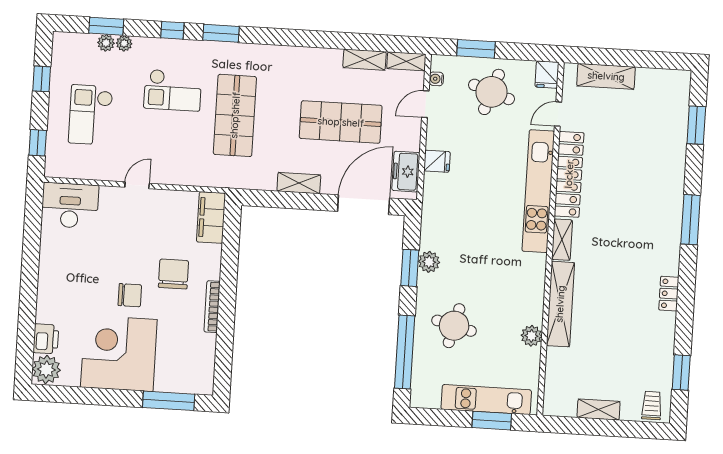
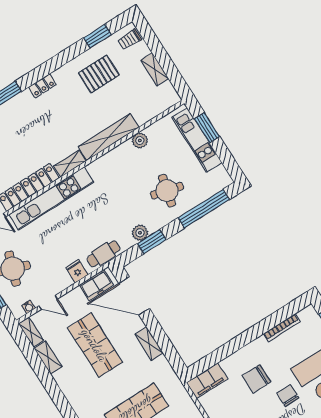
cafe table: (435, 205) -> (104, 254), added
locker: (669, 294) -> (42, 86), moved
bookcase: (212, 307) -> (282, 328), moved
pallet: (638, 344) -> (99, 74), added

